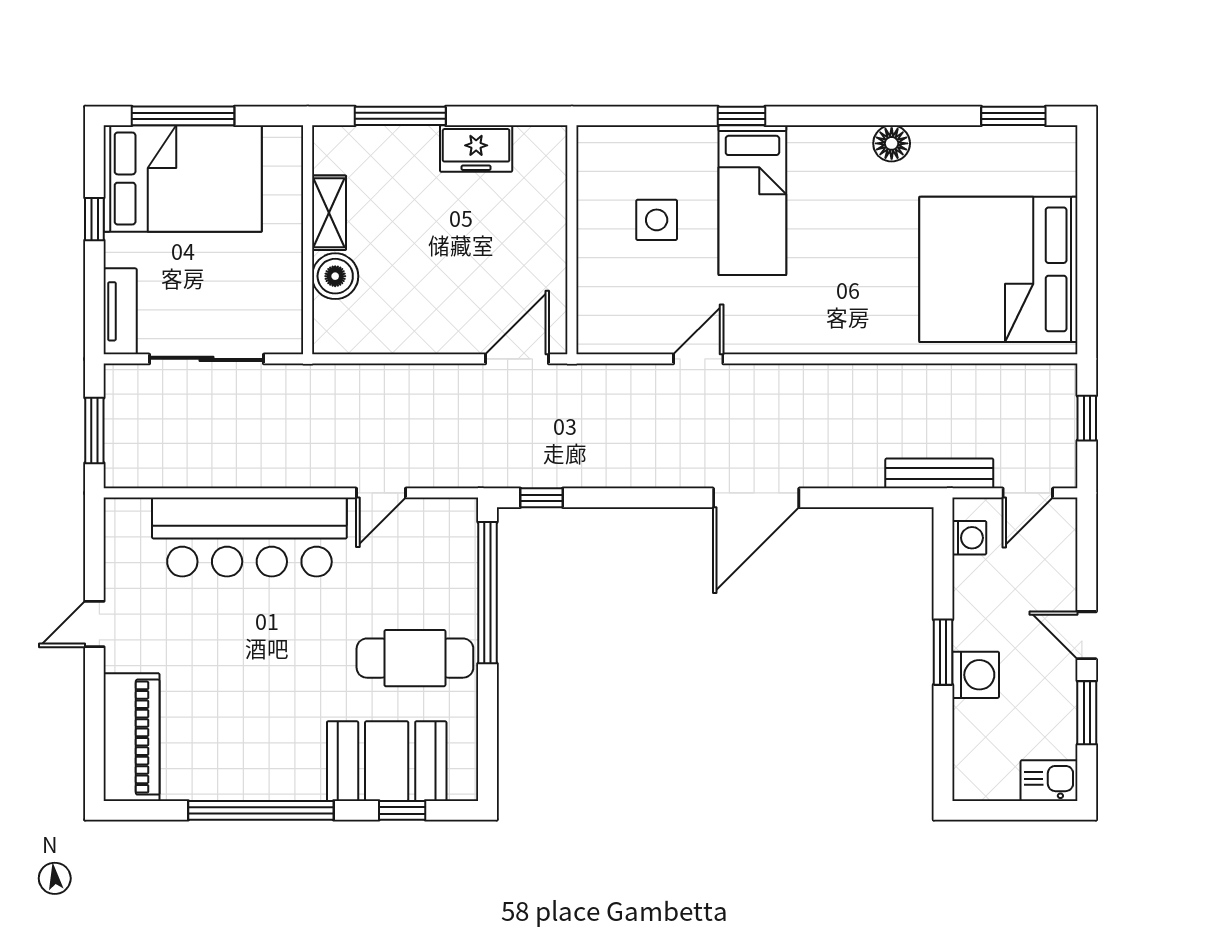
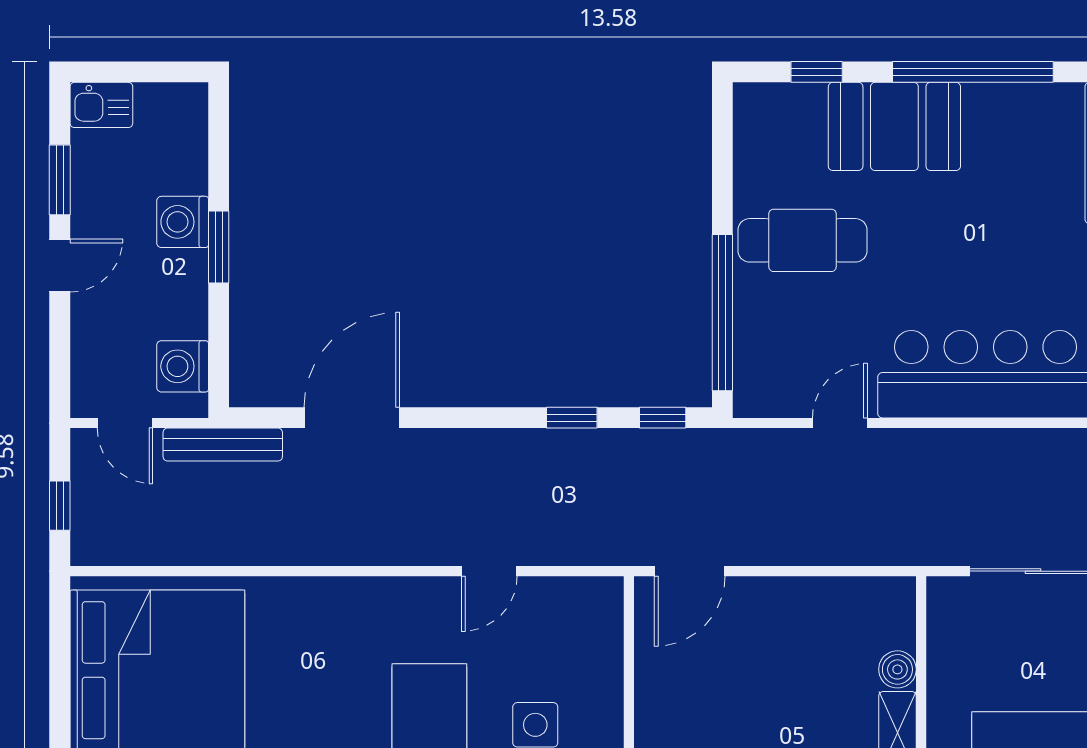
boiler: (335, 276) -> (897, 669), width x0.73, depth x0.73
door: (1028, 493) -> (125, 423), swing flipped
window: (624, 498) -> (572, 418), added
door: (756, 498) -> (352, 418), moved
washing machine: (969, 538) -> (183, 366), width x1.38, depth x1.38
door: (1087, 635) -> (60, 266), hinge flipped
booth: (387, 761) -> (894, 126), moved

